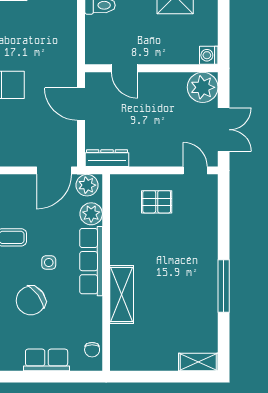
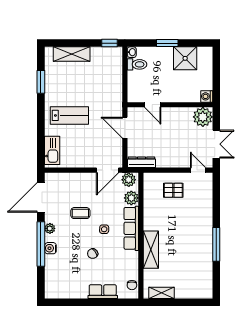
chair: (31, 301) -> (93, 254), width x0.54, depth x0.54
shelving: (198, 362) -> (161, 293), moved

